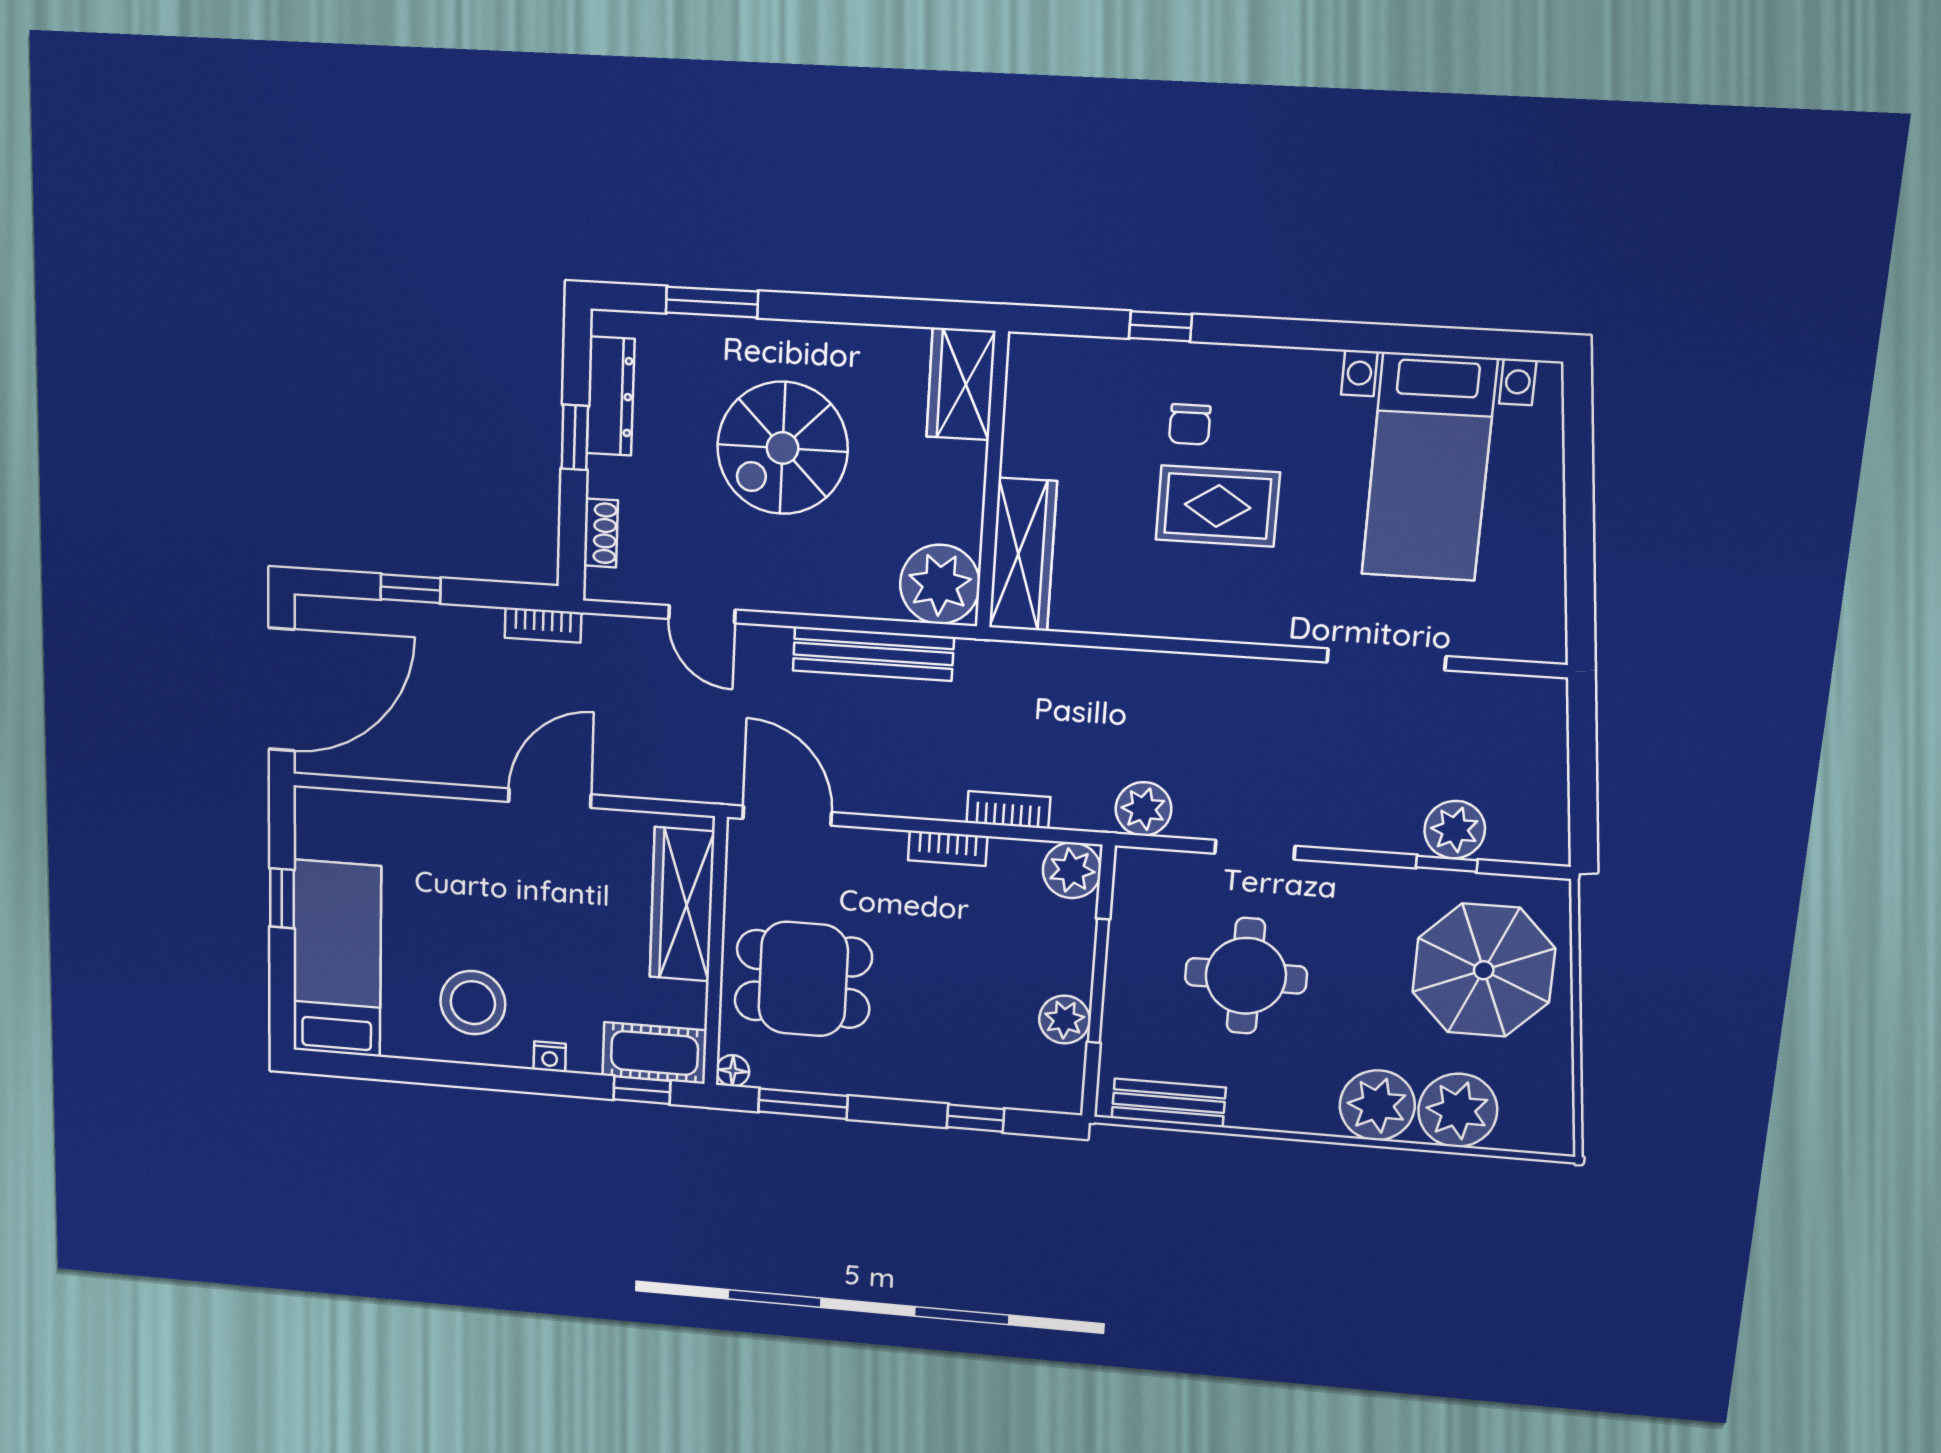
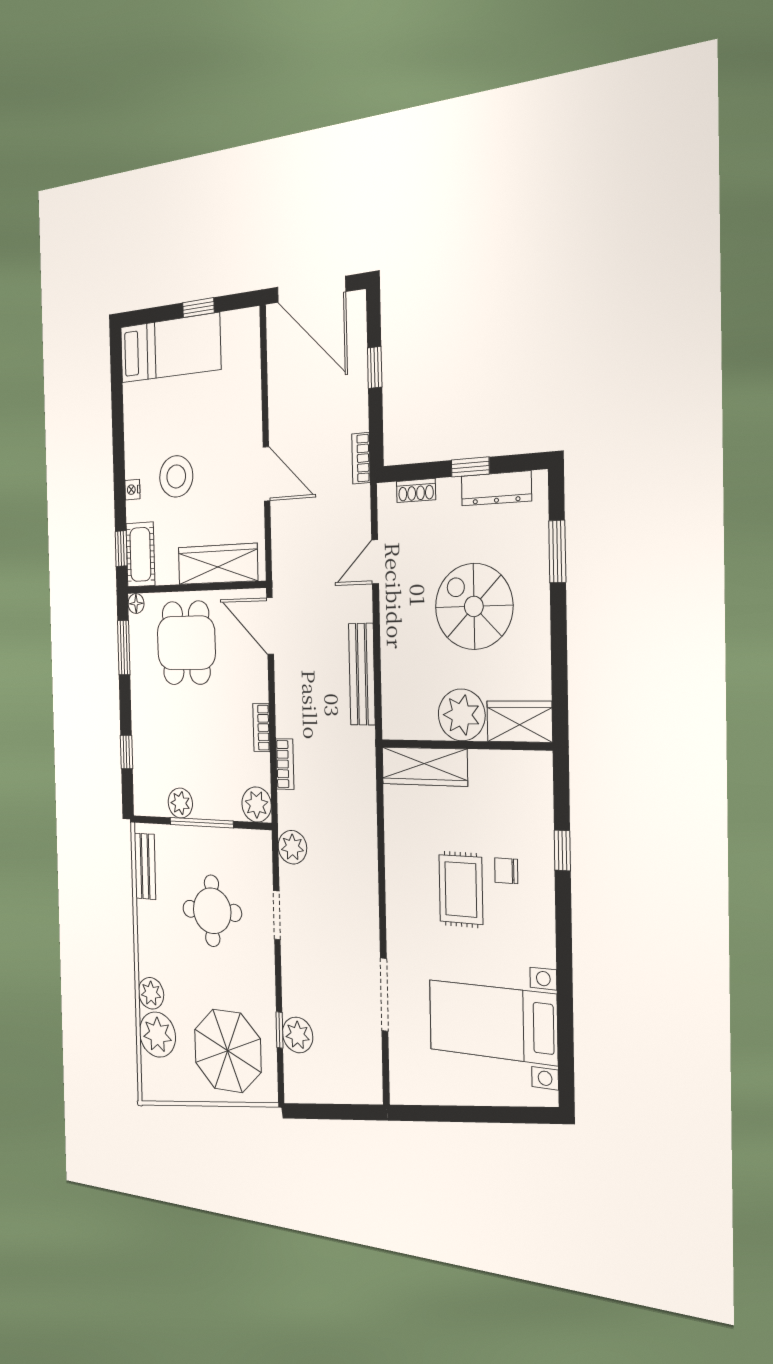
plant: (940, 584) -> (462, 715), moved
door: (787, 816) -> (270, 626), swing flipped
stool: (473, 1003) -> (176, 476), moved
plant: (1377, 1105) -> (151, 993), width x0.73, depth x0.73

